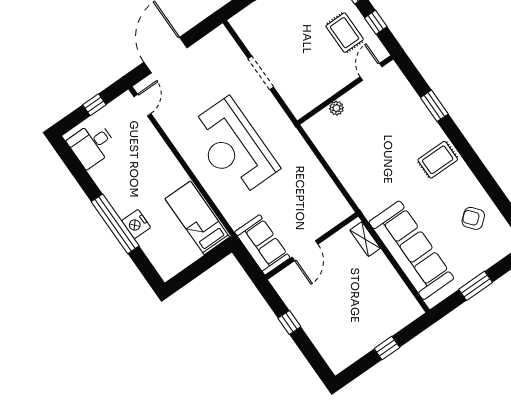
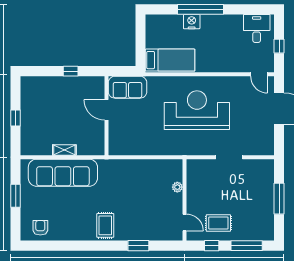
armchair: (473, 218) -> (40, 228), moved, turned -50
shelving: (365, 239) -> (64, 150), moved

